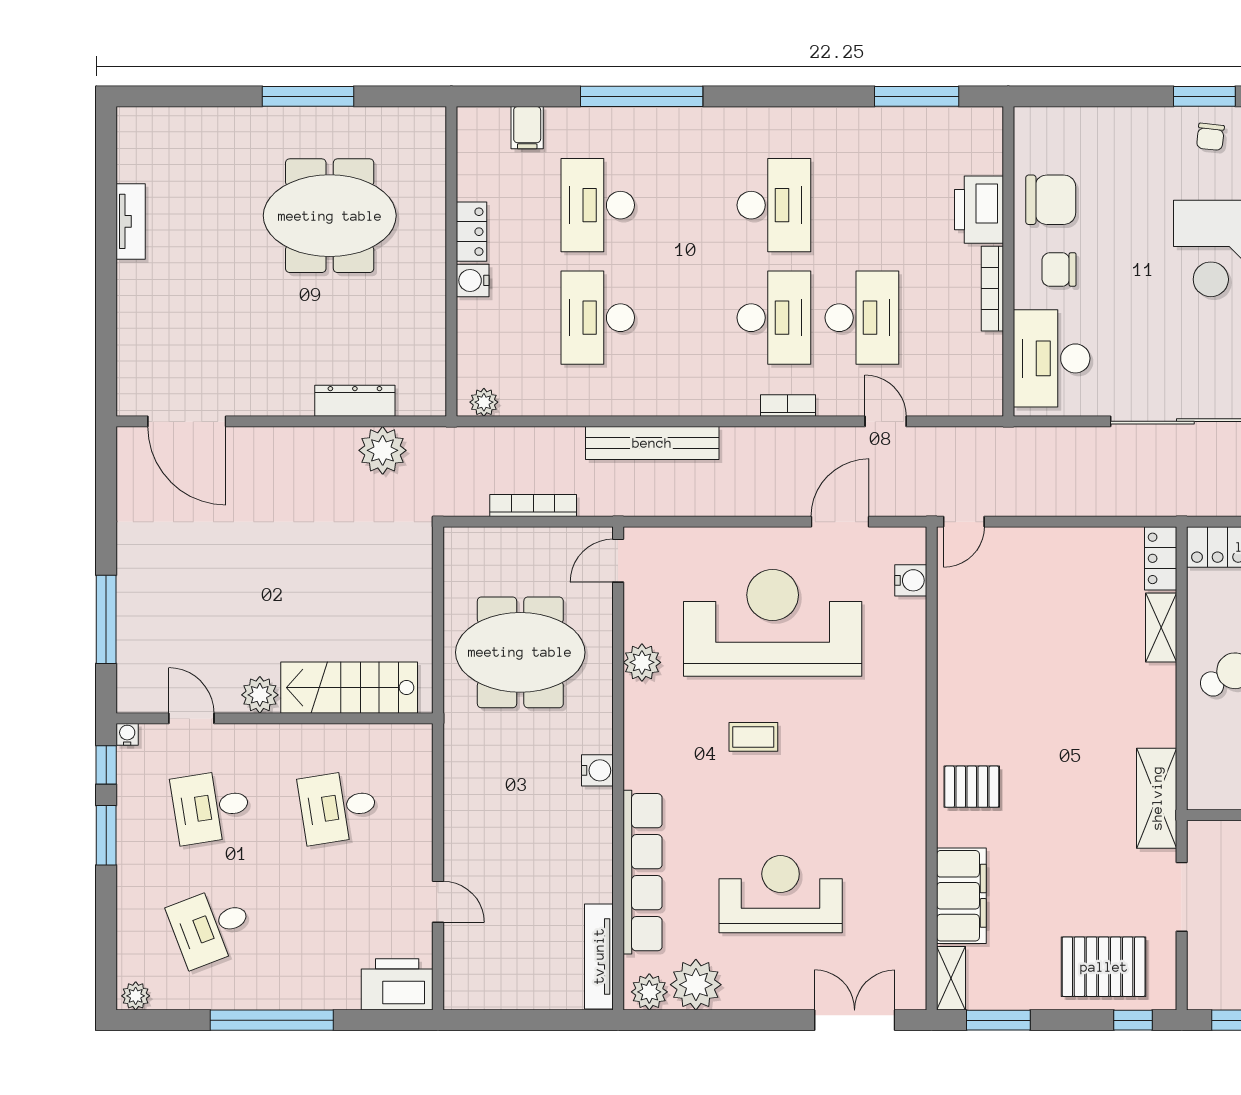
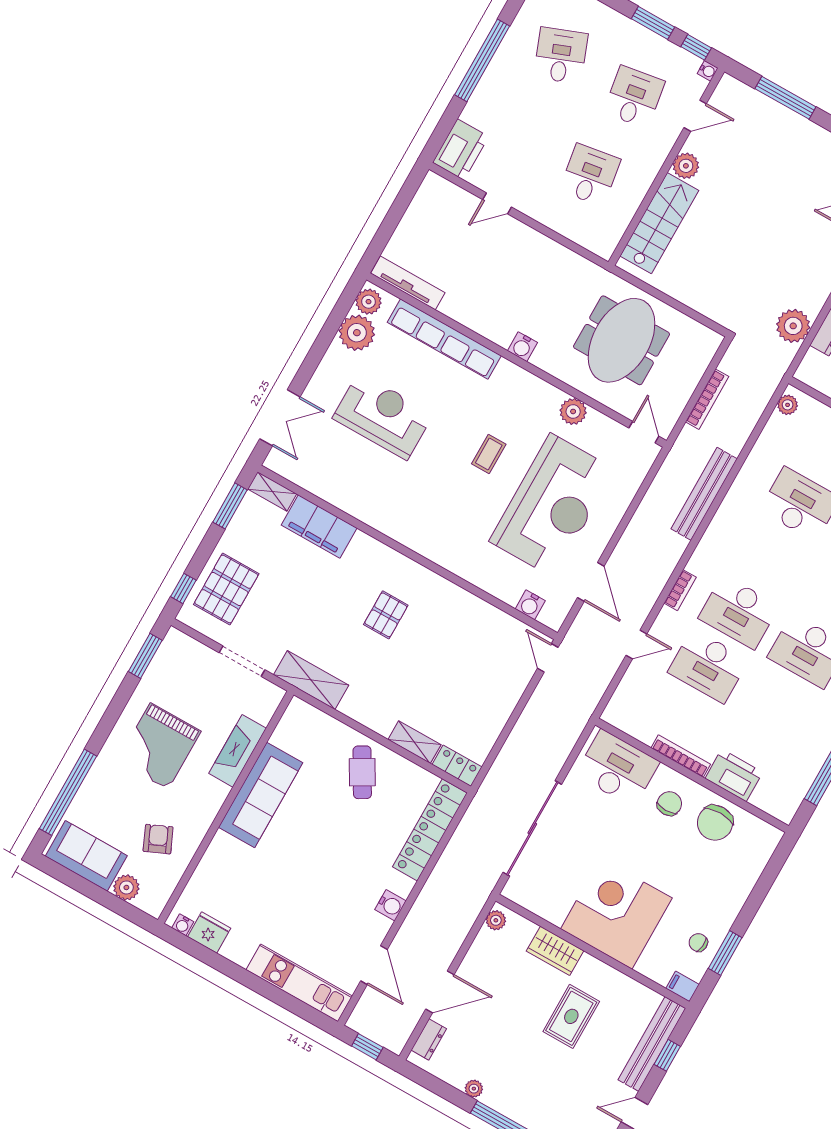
pallet: (972, 787) -> (386, 615), moved
reception desk: (781, 894) -> (383, 416), turned -90

